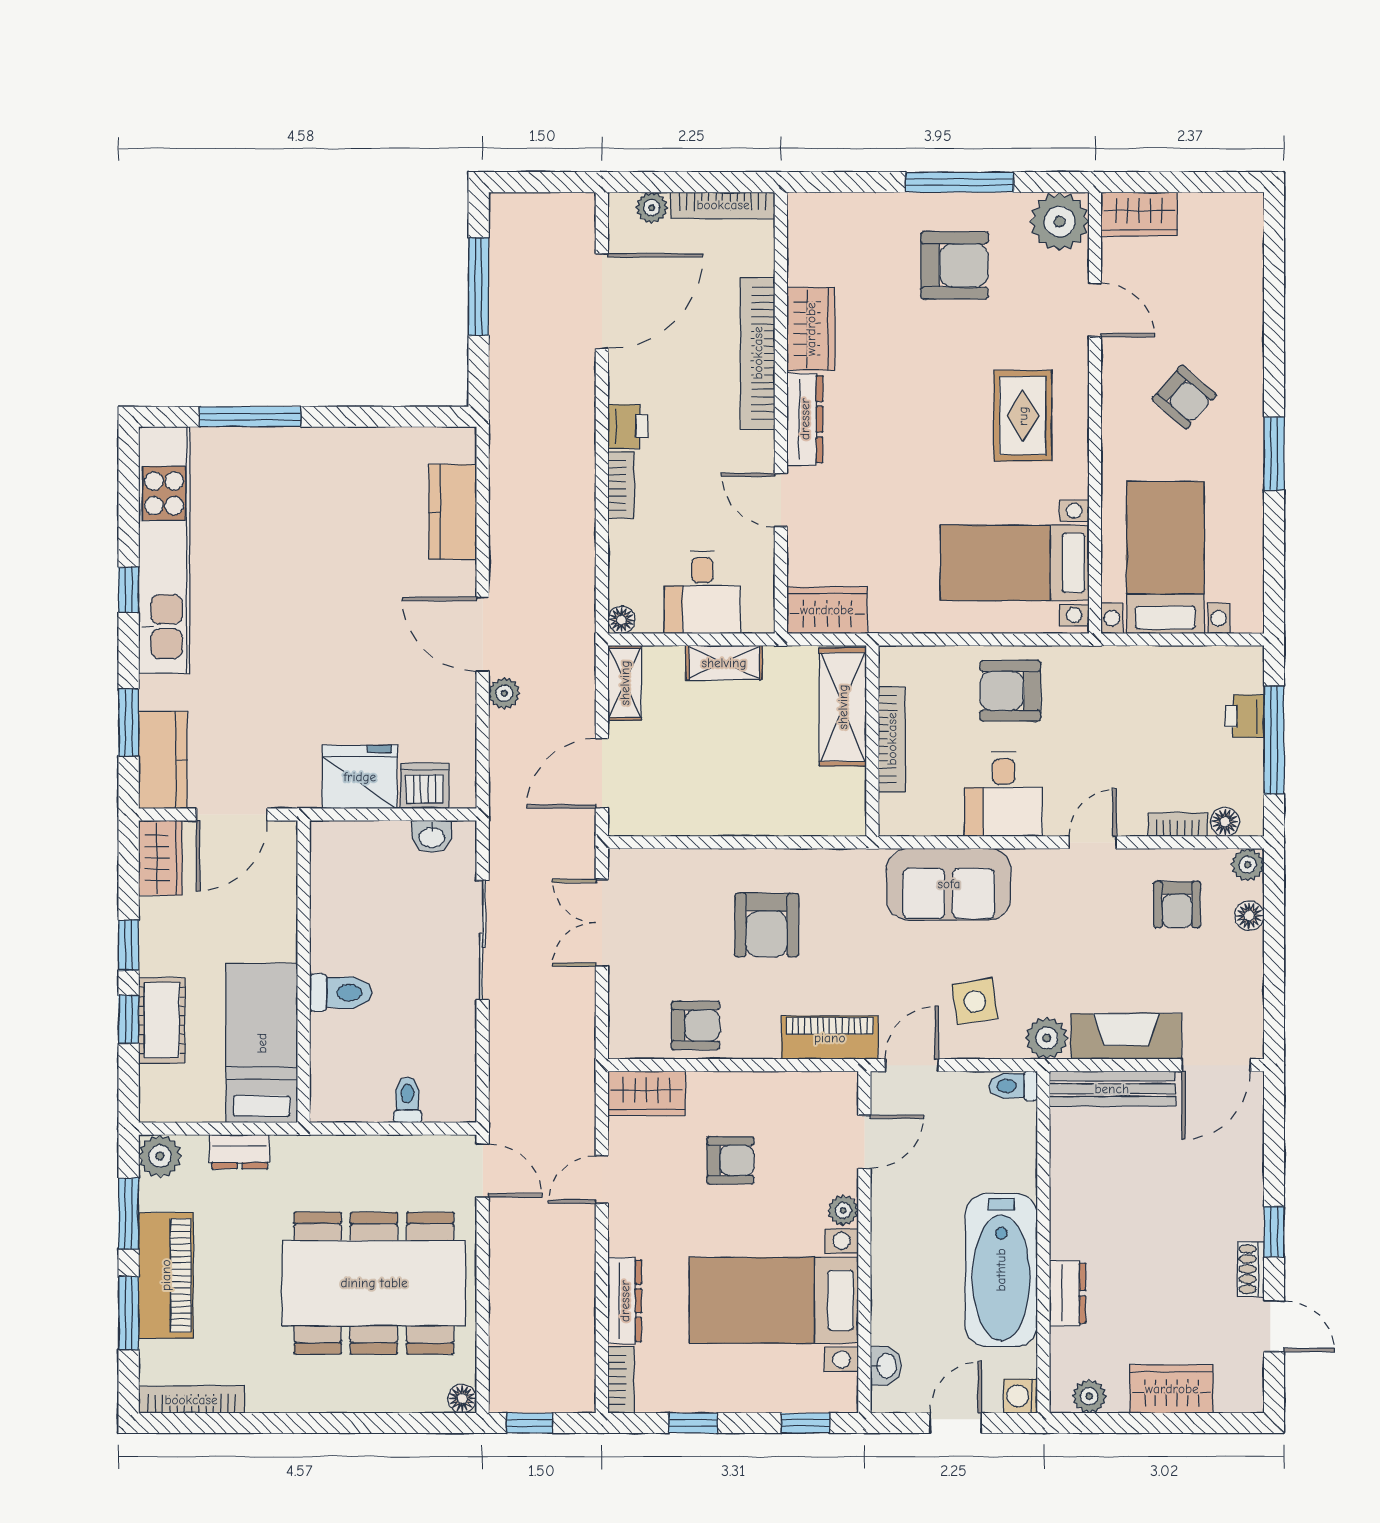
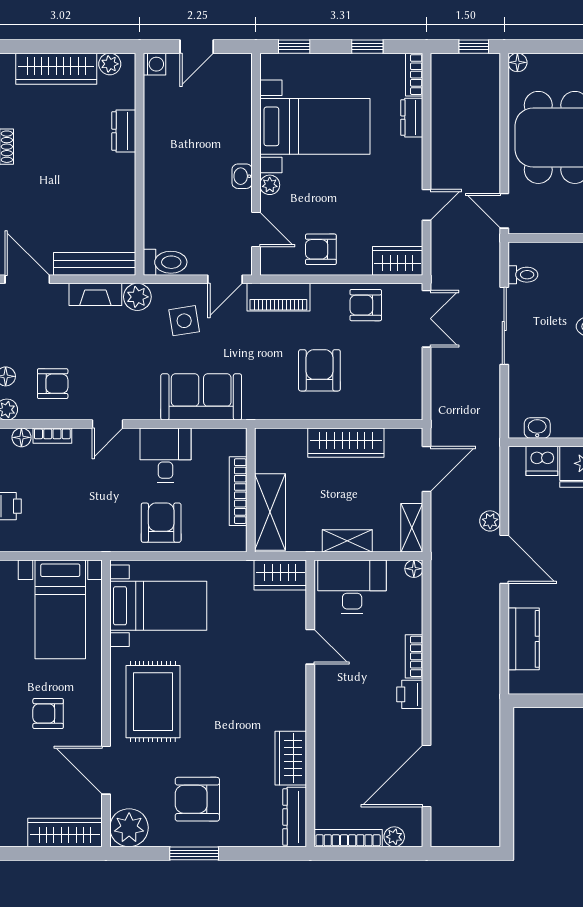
window: (960, 182) -> (194, 853), width x0.69
wardrobe: (1139, 214) -> (65, 833), width x1.50
window: (479, 287) -> (507, 785), removed
door: (1095, 310) -> (106, 770), width x1.37
bookcase: (758, 353) -> (325, 742), removed
armchair: (1184, 397) -> (48, 714), turned -41
rug: (1023, 416) -> (153, 702), width x1.36, depth x1.43
dresser: (805, 419) -> (295, 817), moved
desk: (702, 592) -> (352, 587), width x1.37
armchair: (1010, 691) -> (161, 523), turned -90
wardrobe: (726, 814) -> (346, 443), added
armchair: (1177, 905) -> (53, 384), turned 90
double door: (602, 923) -> (427, 319), moved
sliding door: (483, 940) -> (504, 326), moved
fireplace: (1126, 1036) -> (95, 294), width x0.73, depth x0.76
door: (1216, 1065) -> (27, 279), hinge flipped
toilet: (1013, 1086) -> (165, 262), width x1.37, depth x1.39
toilet: (407, 1100) -> (523, 275), moved, turned -90
door: (864, 1142) -> (256, 229), swing flipped
armchair: (730, 1160) -> (321, 249), moved
bathtub: (1001, 1270) -> (167, 146), removed
dresser: (625, 1301) -> (412, 118), width x0.70
washbasin: (886, 1366) -> (242, 176), moved
wardrobe: (1172, 1389) -> (56, 69), width x1.50

